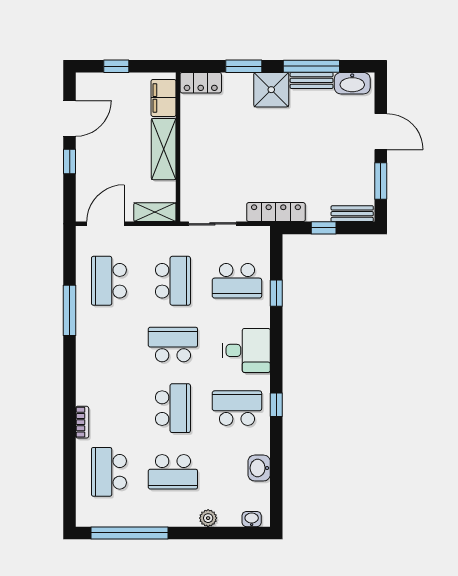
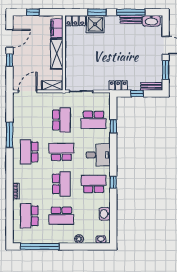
shower: (271, 90) -> (95, 24), moved
locker: (276, 212) -> (118, 86), width x0.66
school desk: (109, 281) -> (29, 152), moved

